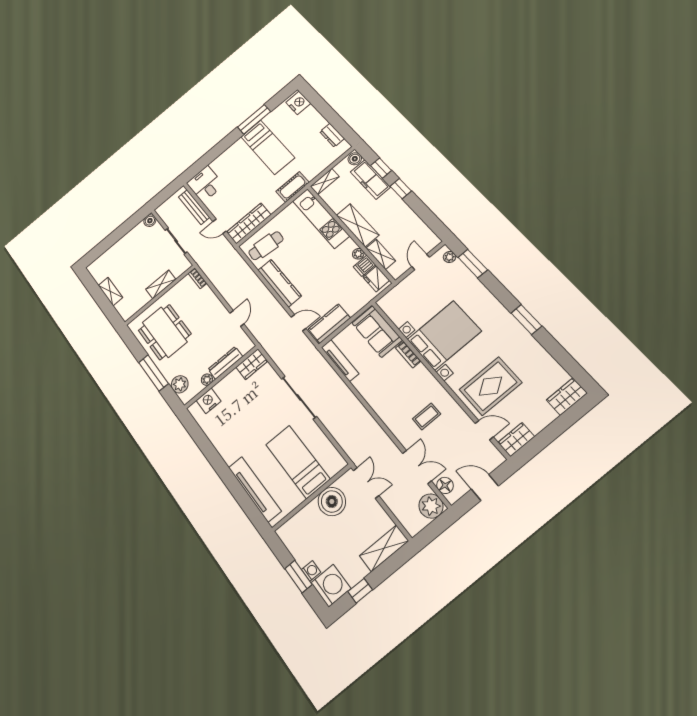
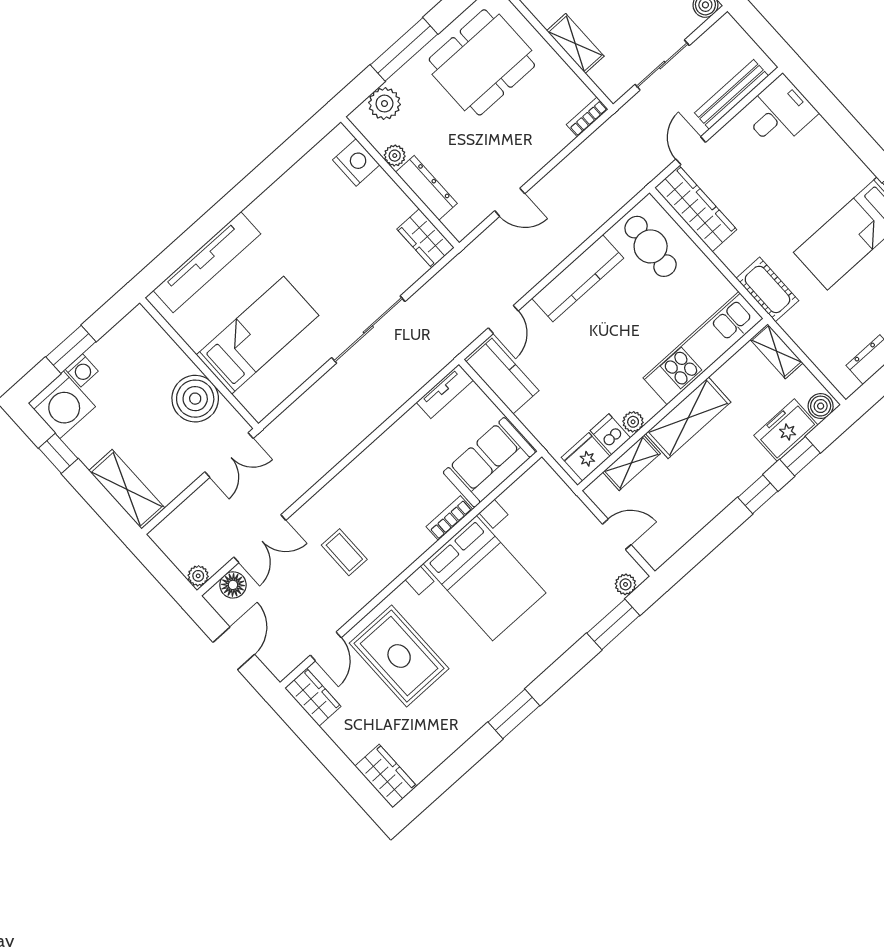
freezer: (370, 179) -> (786, 430), width x0.71
tv unit: (340, 360) -> (445, 391), width x0.71
plant: (431, 506) -> (198, 576), width x0.53, depth x0.53

